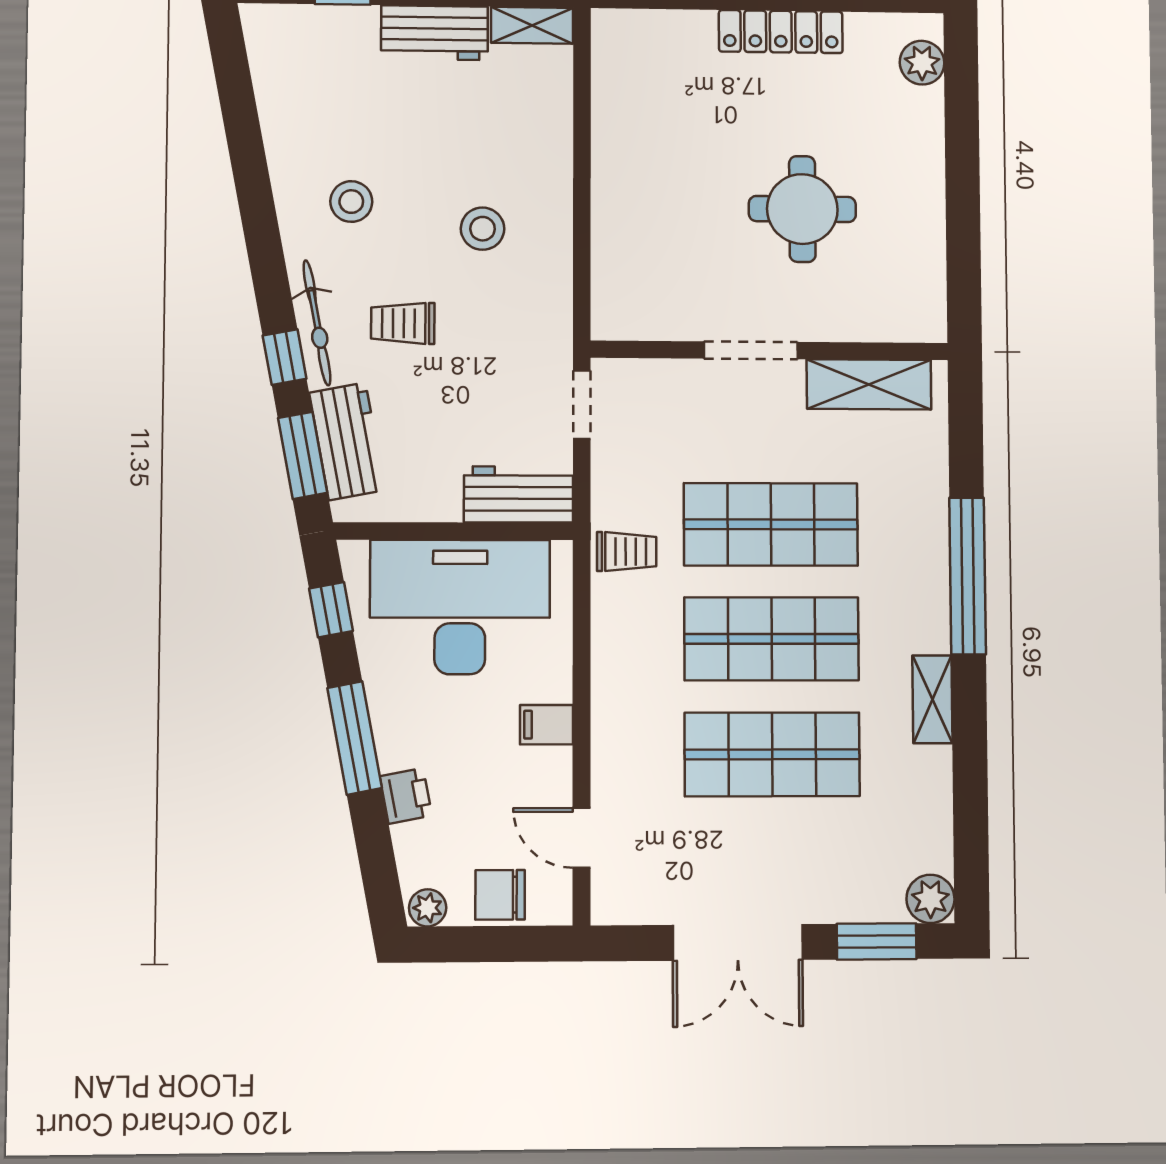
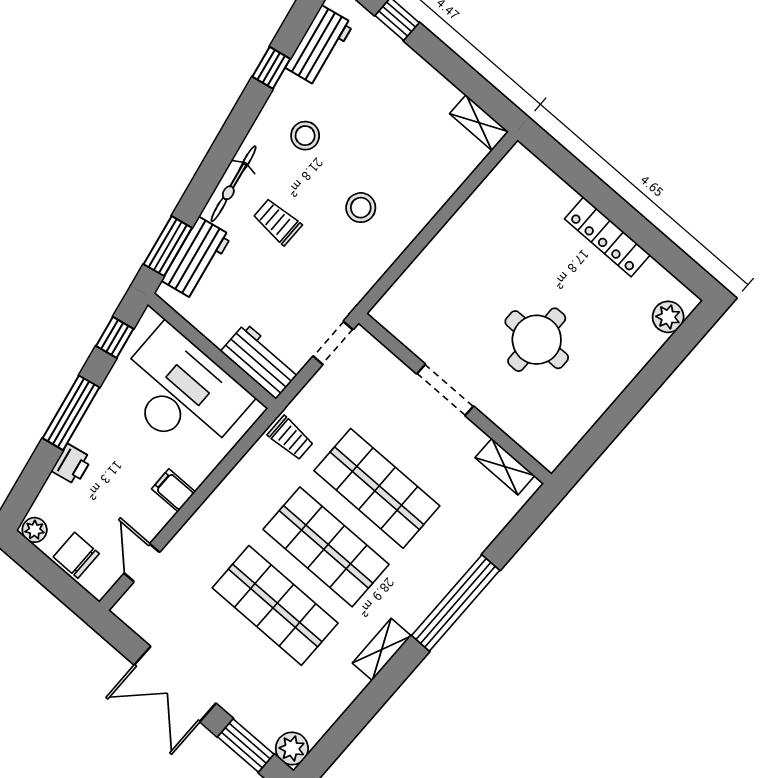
workbench: (435, 33) -> (319, 46), moved, turned -101
window: (285, 357) -> (271, 68), moved
shelving: (869, 384) -> (505, 467), width x0.67, depth x0.75

